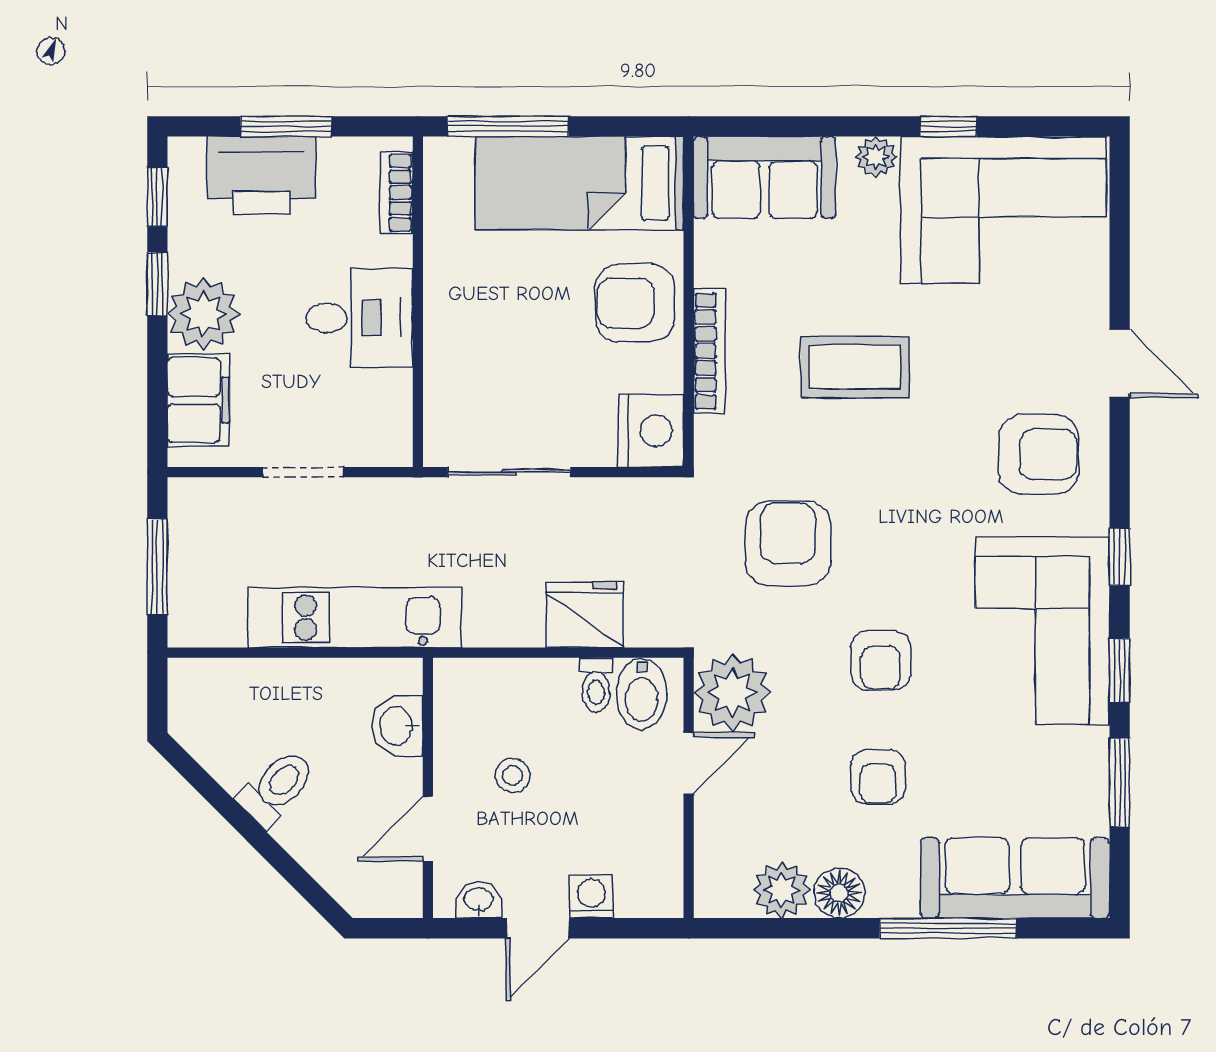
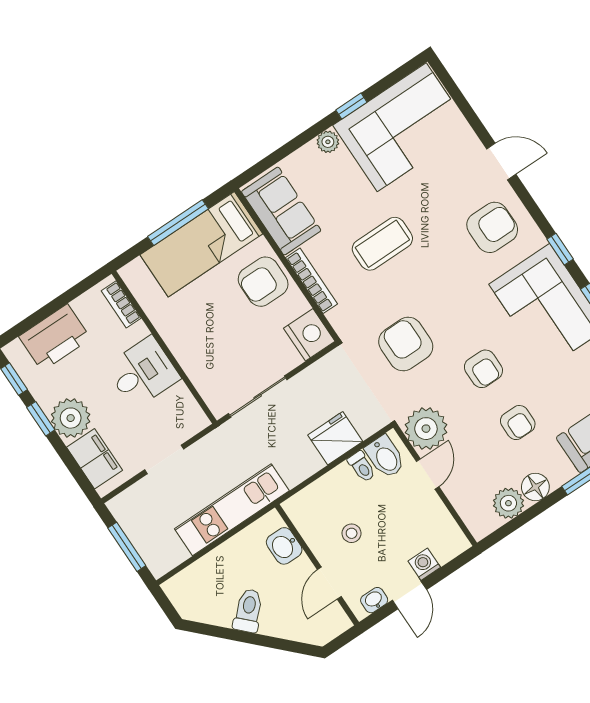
window: (286, 126) -> (51, 308), removed
window: (508, 126) -> (178, 223), moved
sofa: (765, 177) -> (281, 211), moved, turned -90

